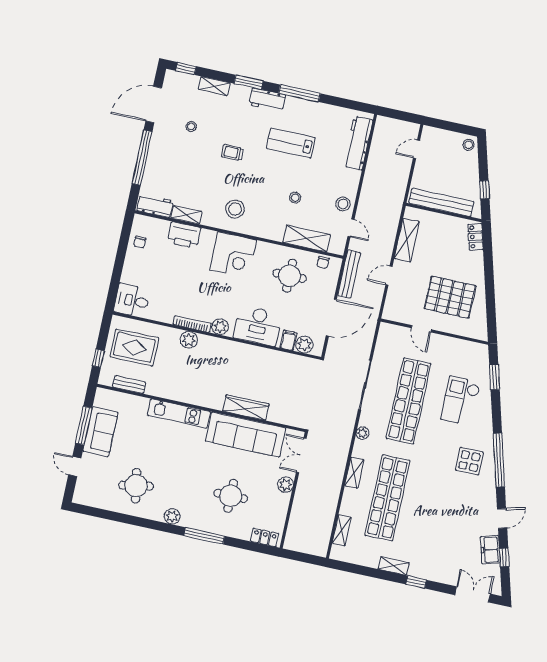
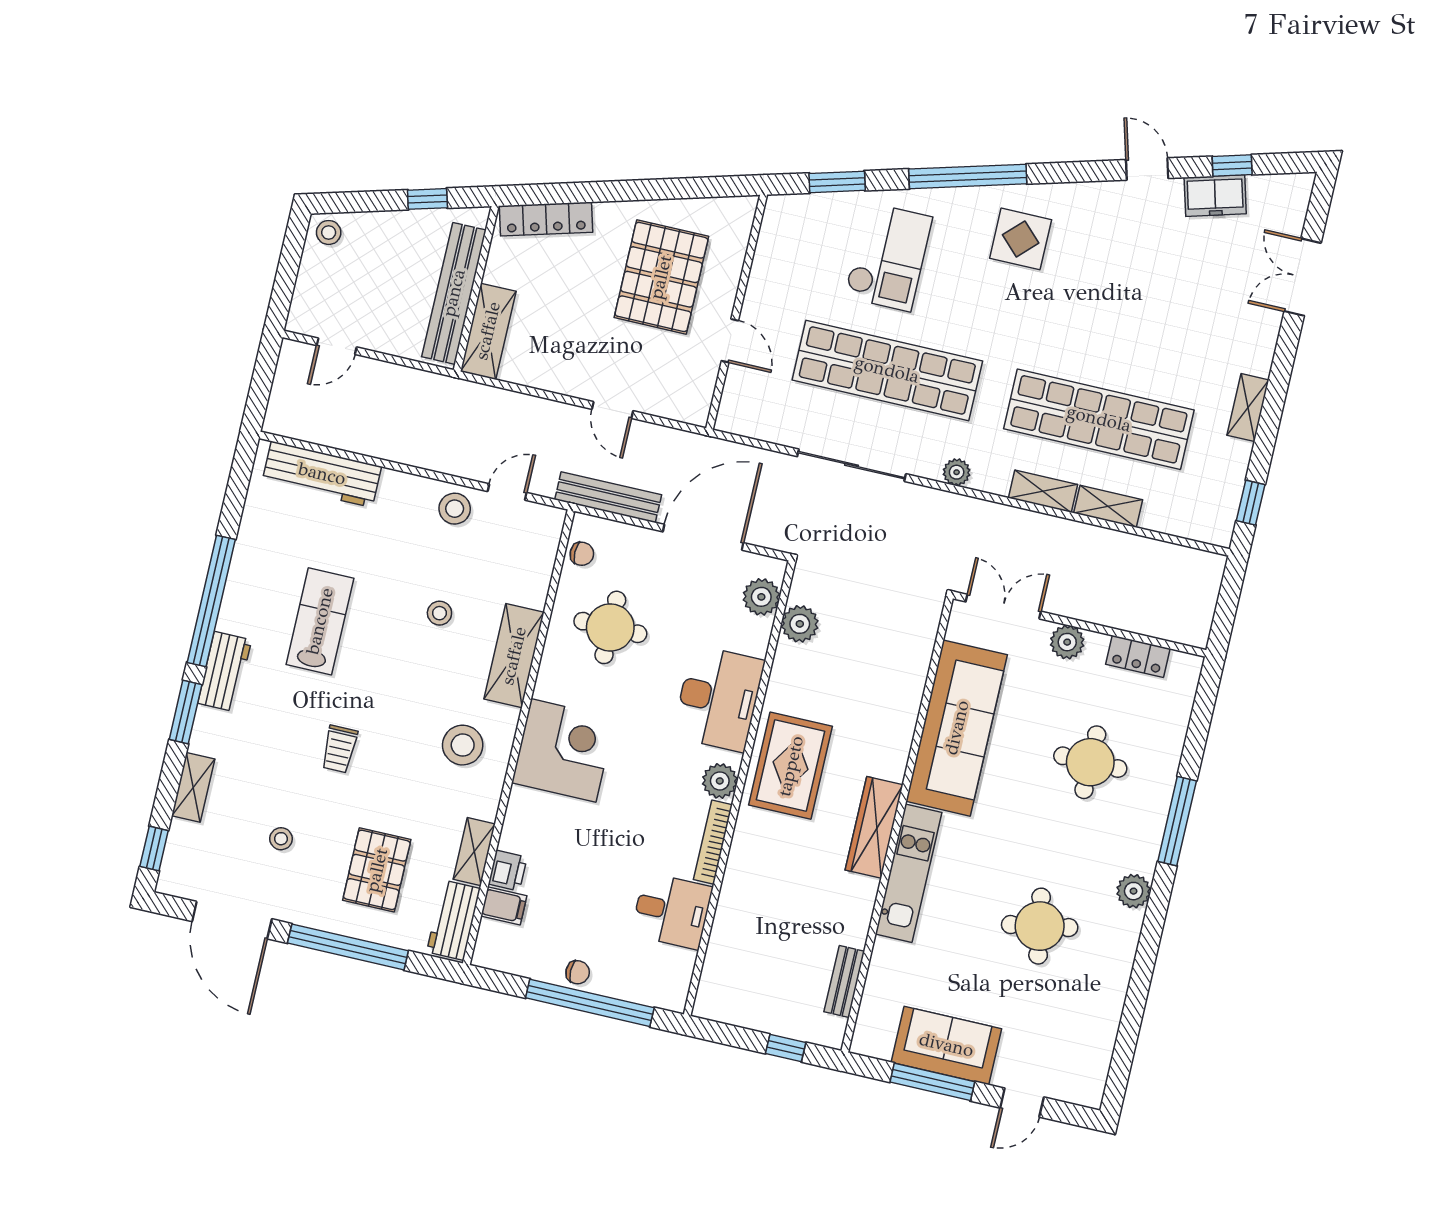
window: (299, 93) -> (211, 601), width x1.46
lab bench: (291, 143) -> (320, 621), turned 180
door: (417, 149) -> (337, 346), hinge flipped
pallet: (177, 170) -> (377, 870), added
printer: (184, 235) -> (508, 871), width x0.53, depth x0.68
locker: (476, 237) -> (546, 219), width x1.53
shelving: (307, 239) -> (514, 656), moved
shelving: (407, 240) -> (488, 331), moved, turned 90
chair: (140, 242) -> (578, 972), moved
window: (118, 268) -> (590, 1003), added
desk: (132, 300) -> (672, 911), moved, turned -90
door: (331, 318) -> (703, 537), hinge flipped
door: (421, 329) -> (730, 341), hinge flipped
plant: (189, 340) -> (800, 624), moved
filing cabinet: (288, 340) -> (504, 906), moved, turned 180
rug: (134, 347) -> (791, 766), moved
checkout: (460, 401) -> (888, 257), turned -90
wardrobe: (246, 408) -> (874, 827), moved
double door: (301, 455) -> (1003, 607), swing flipped
window: (499, 460) -> (968, 176), moved
round table: (136, 486) -> (1040, 926), moved
shelving: (342, 530) -> (1108, 506), moved
locker: (265, 537) -> (1138, 656), moved, turned -90
window: (416, 582) -> (1251, 503), moved
double door: (473, 594) -> (1303, 277), moved

